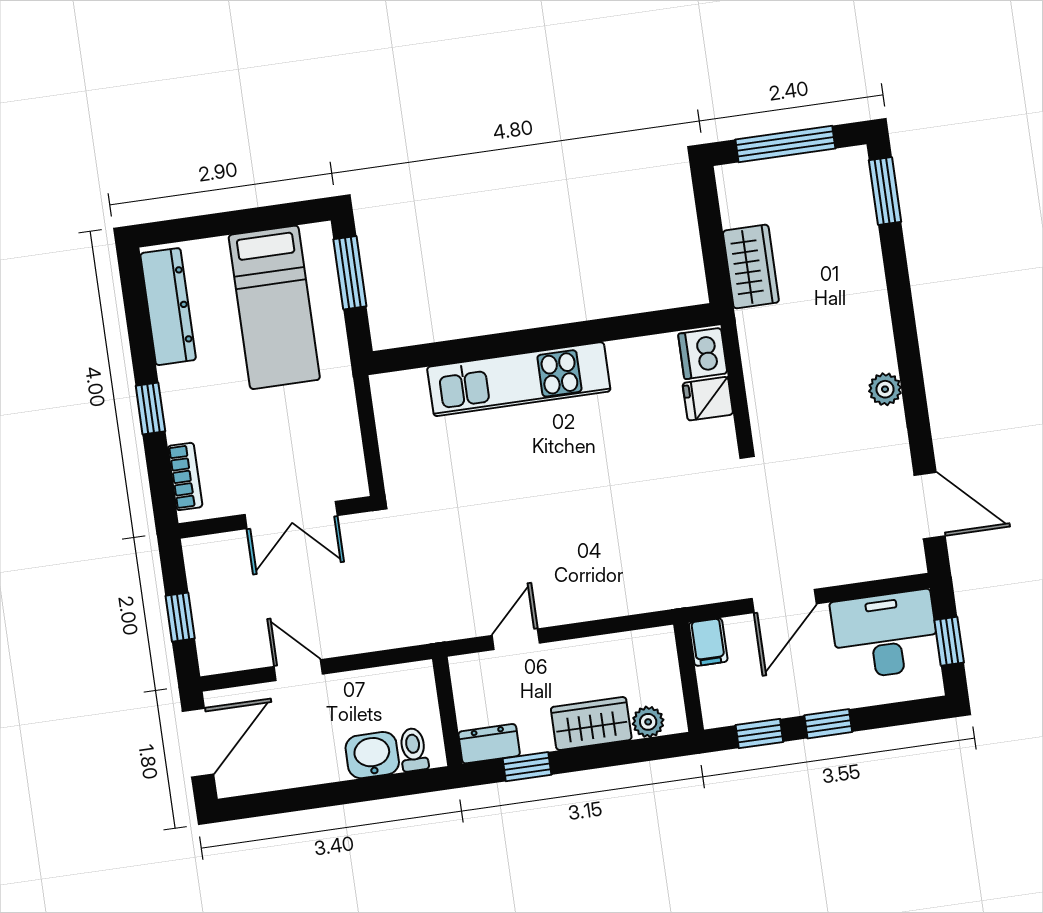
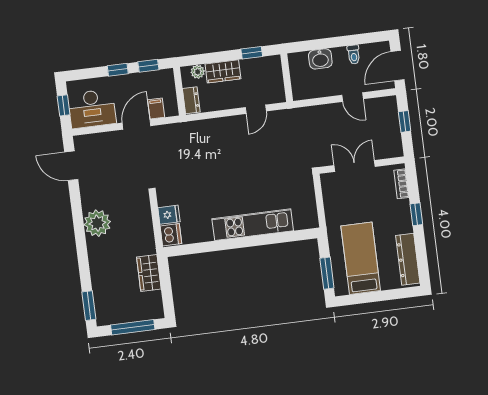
plant: (885, 389) -> (97, 223), width x1.88, depth x1.88
filing cabinet: (708, 642) -> (156, 109), moved
dresser: (489, 744) -> (191, 100), moved, turned -90
toilet: (413, 750) -> (354, 55), moved

